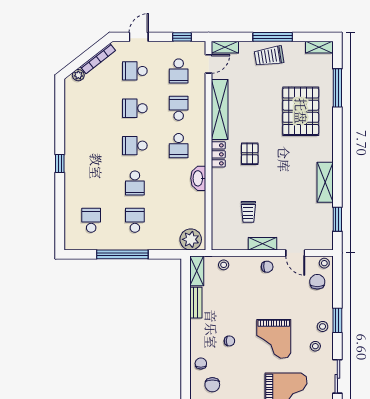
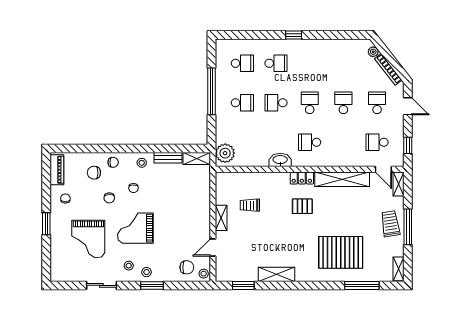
school desk: (179, 108) -> (276, 63), moved
stool: (224, 265) -> (142, 163), moved
chair: (267, 267) -> (109, 198), moved

